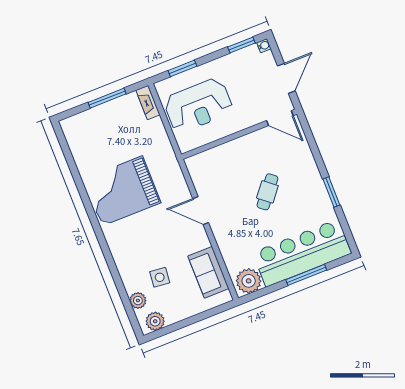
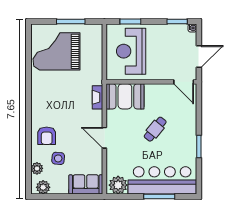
fireplace: (148, 103) -> (98, 97), moved
reception desk: (198, 105) -> (131, 51), turned 90
booth: (213, 166) -> (125, 96), added
grand piano: (122, 191) -> (56, 51), moved
door: (201, 211) -> (104, 138), moved
armchair: (134, 254) -> (47, 136), added
sofa: (208, 272) -> (86, 184), moved, turned 90

